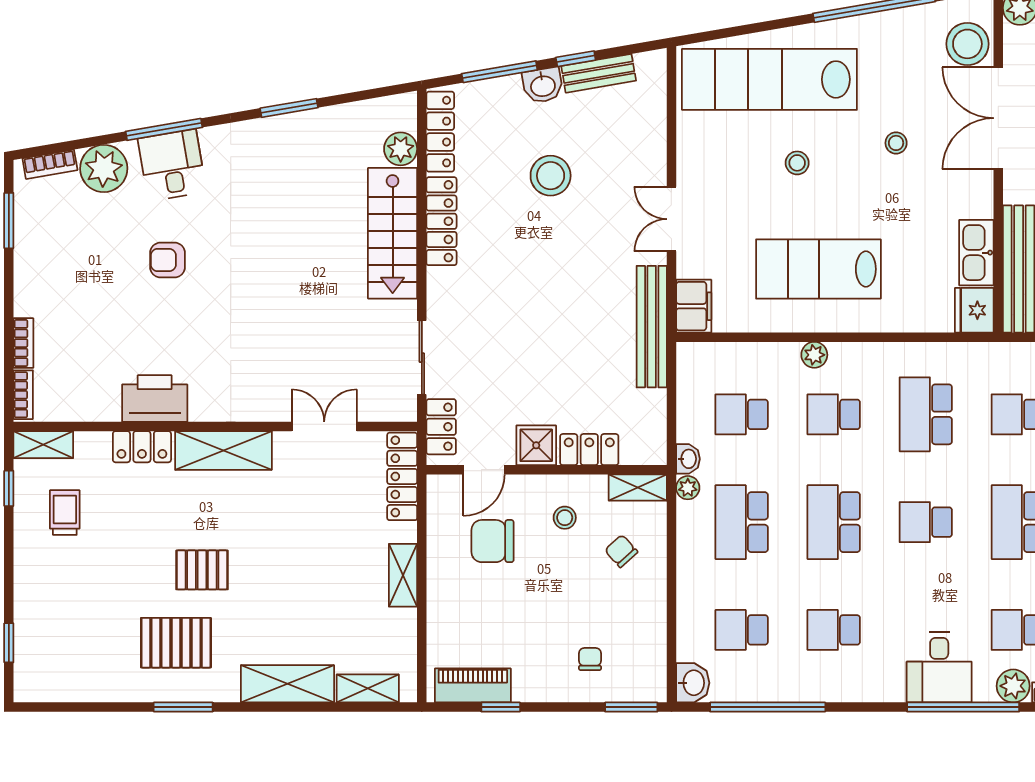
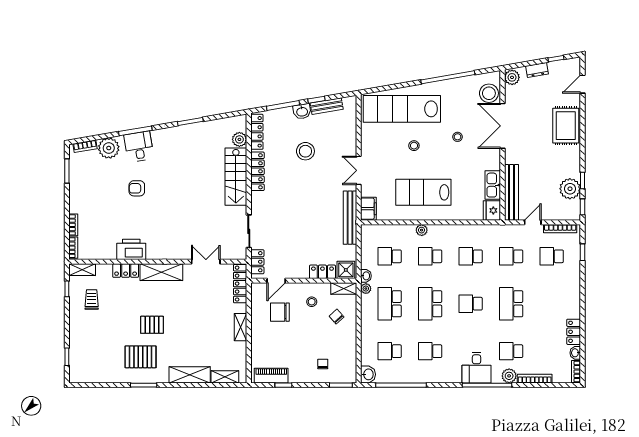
school desk: (926, 414) -> (471, 256), width x0.54
shower: (536, 445) -> (346, 270), moved

